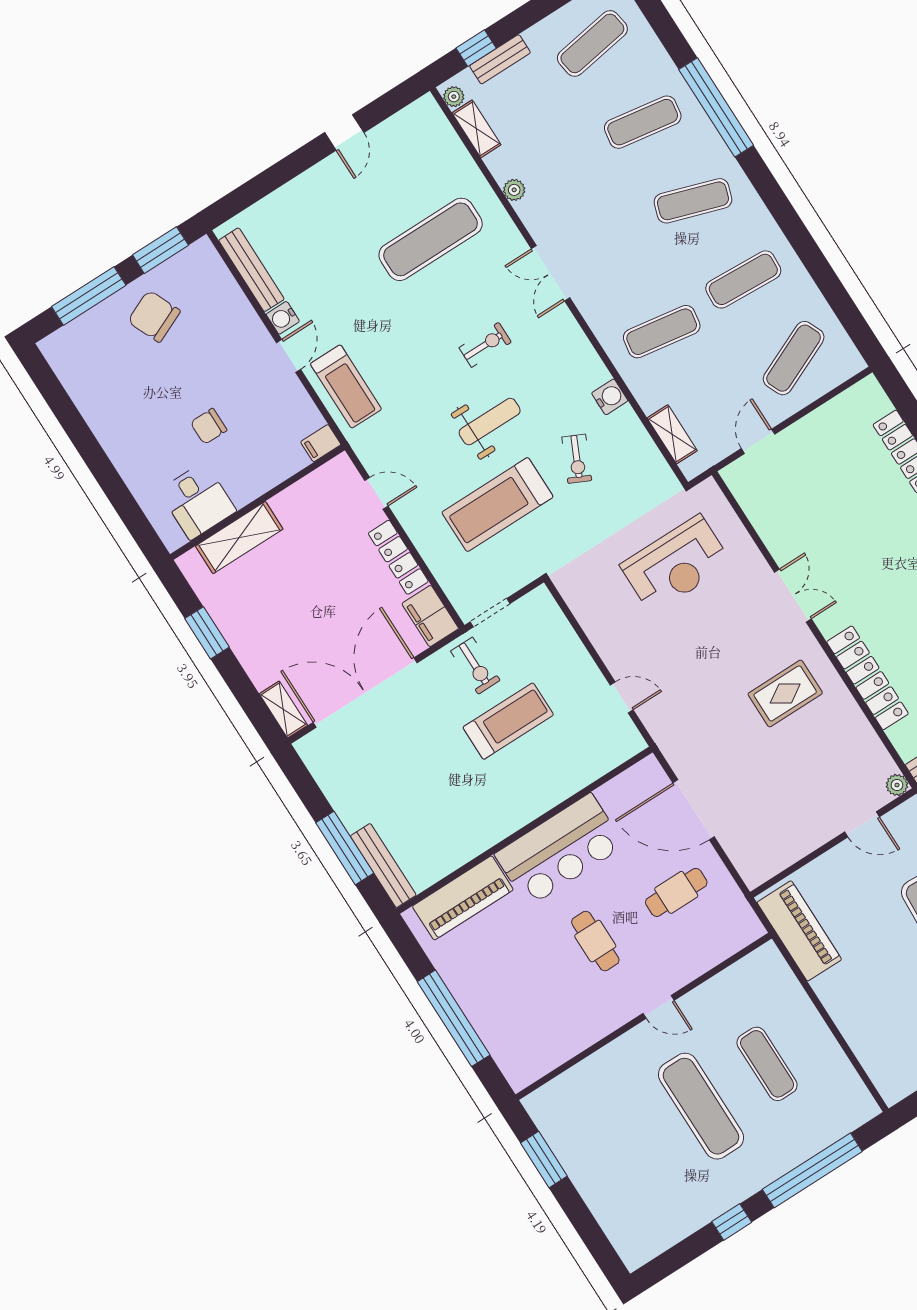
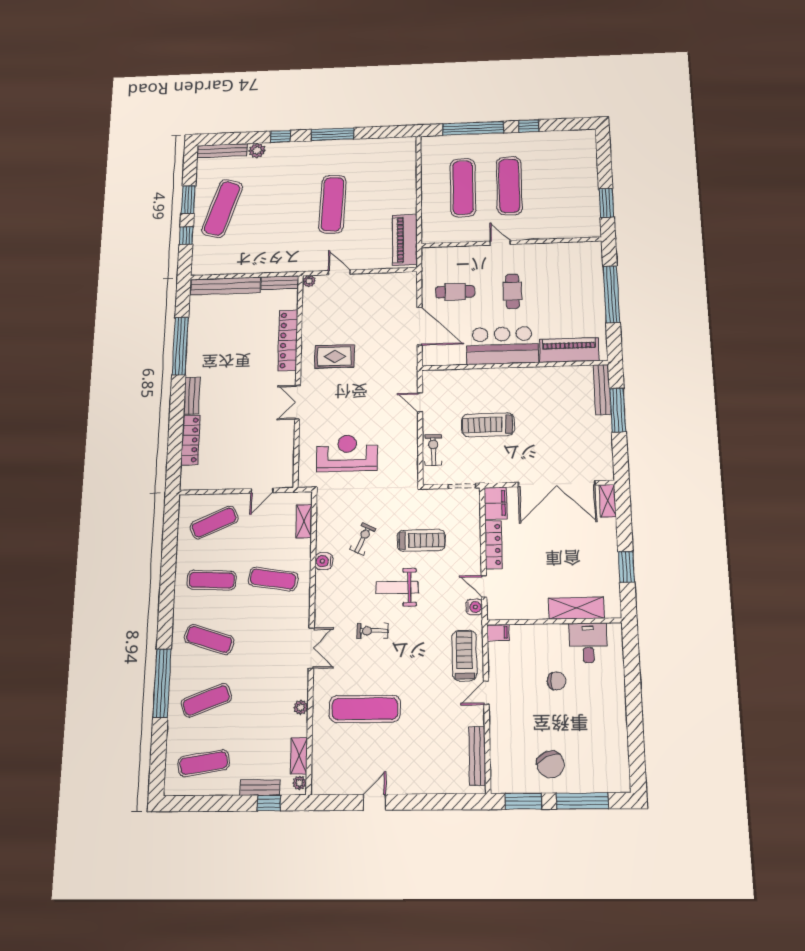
exercise mat: (643, 122) -> (206, 700), turned -30
water cooler: (283, 318) -> (474, 607), moved
treadmill: (497, 505) -> (421, 540), width x0.73, depth x0.73
exercise bike: (475, 666) -> (433, 450), moved
exercise mat: (767, 1064) -> (463, 188), width x1.36, depth x1.45

